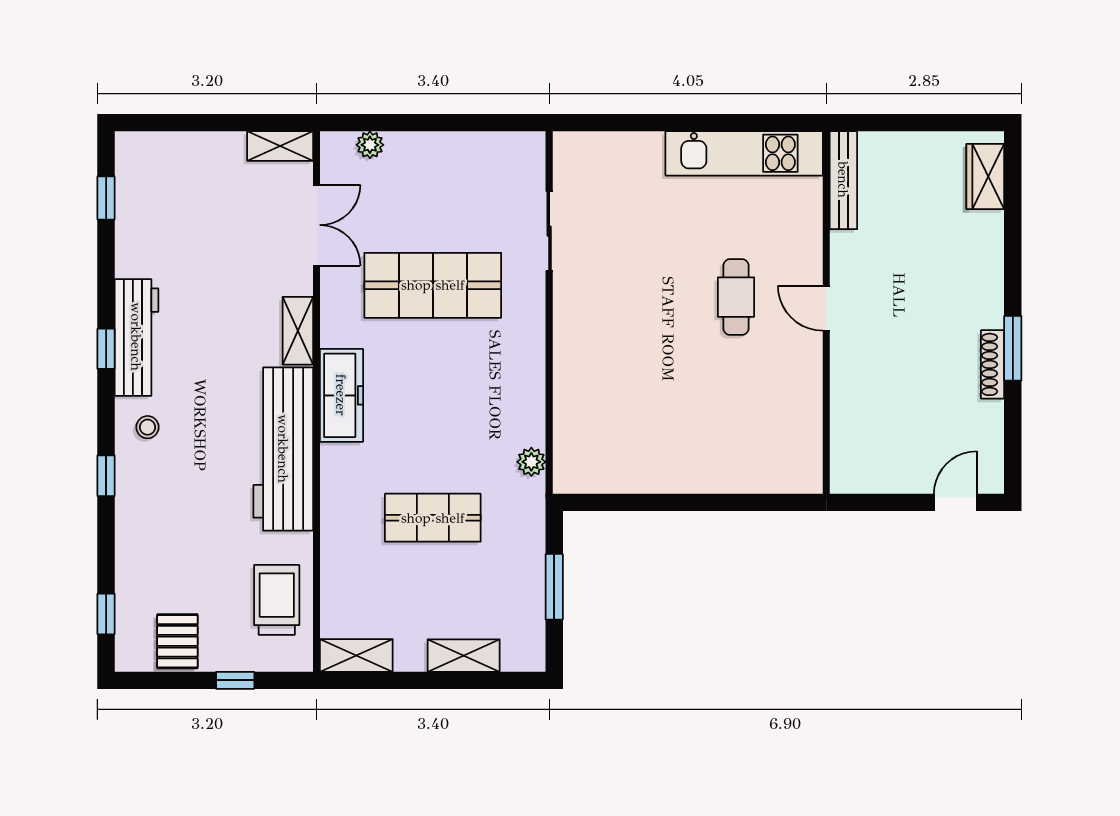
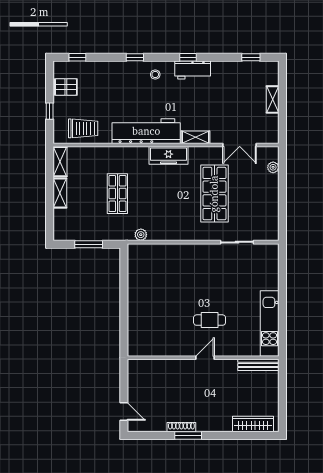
shelving: (280, 146) -> (273, 99), moved
wardrobe: (985, 176) -> (253, 424), width x1.50
workbench: (136, 337) -> (193, 70), width x0.73
shelving: (464, 656) -> (60, 193), moved

